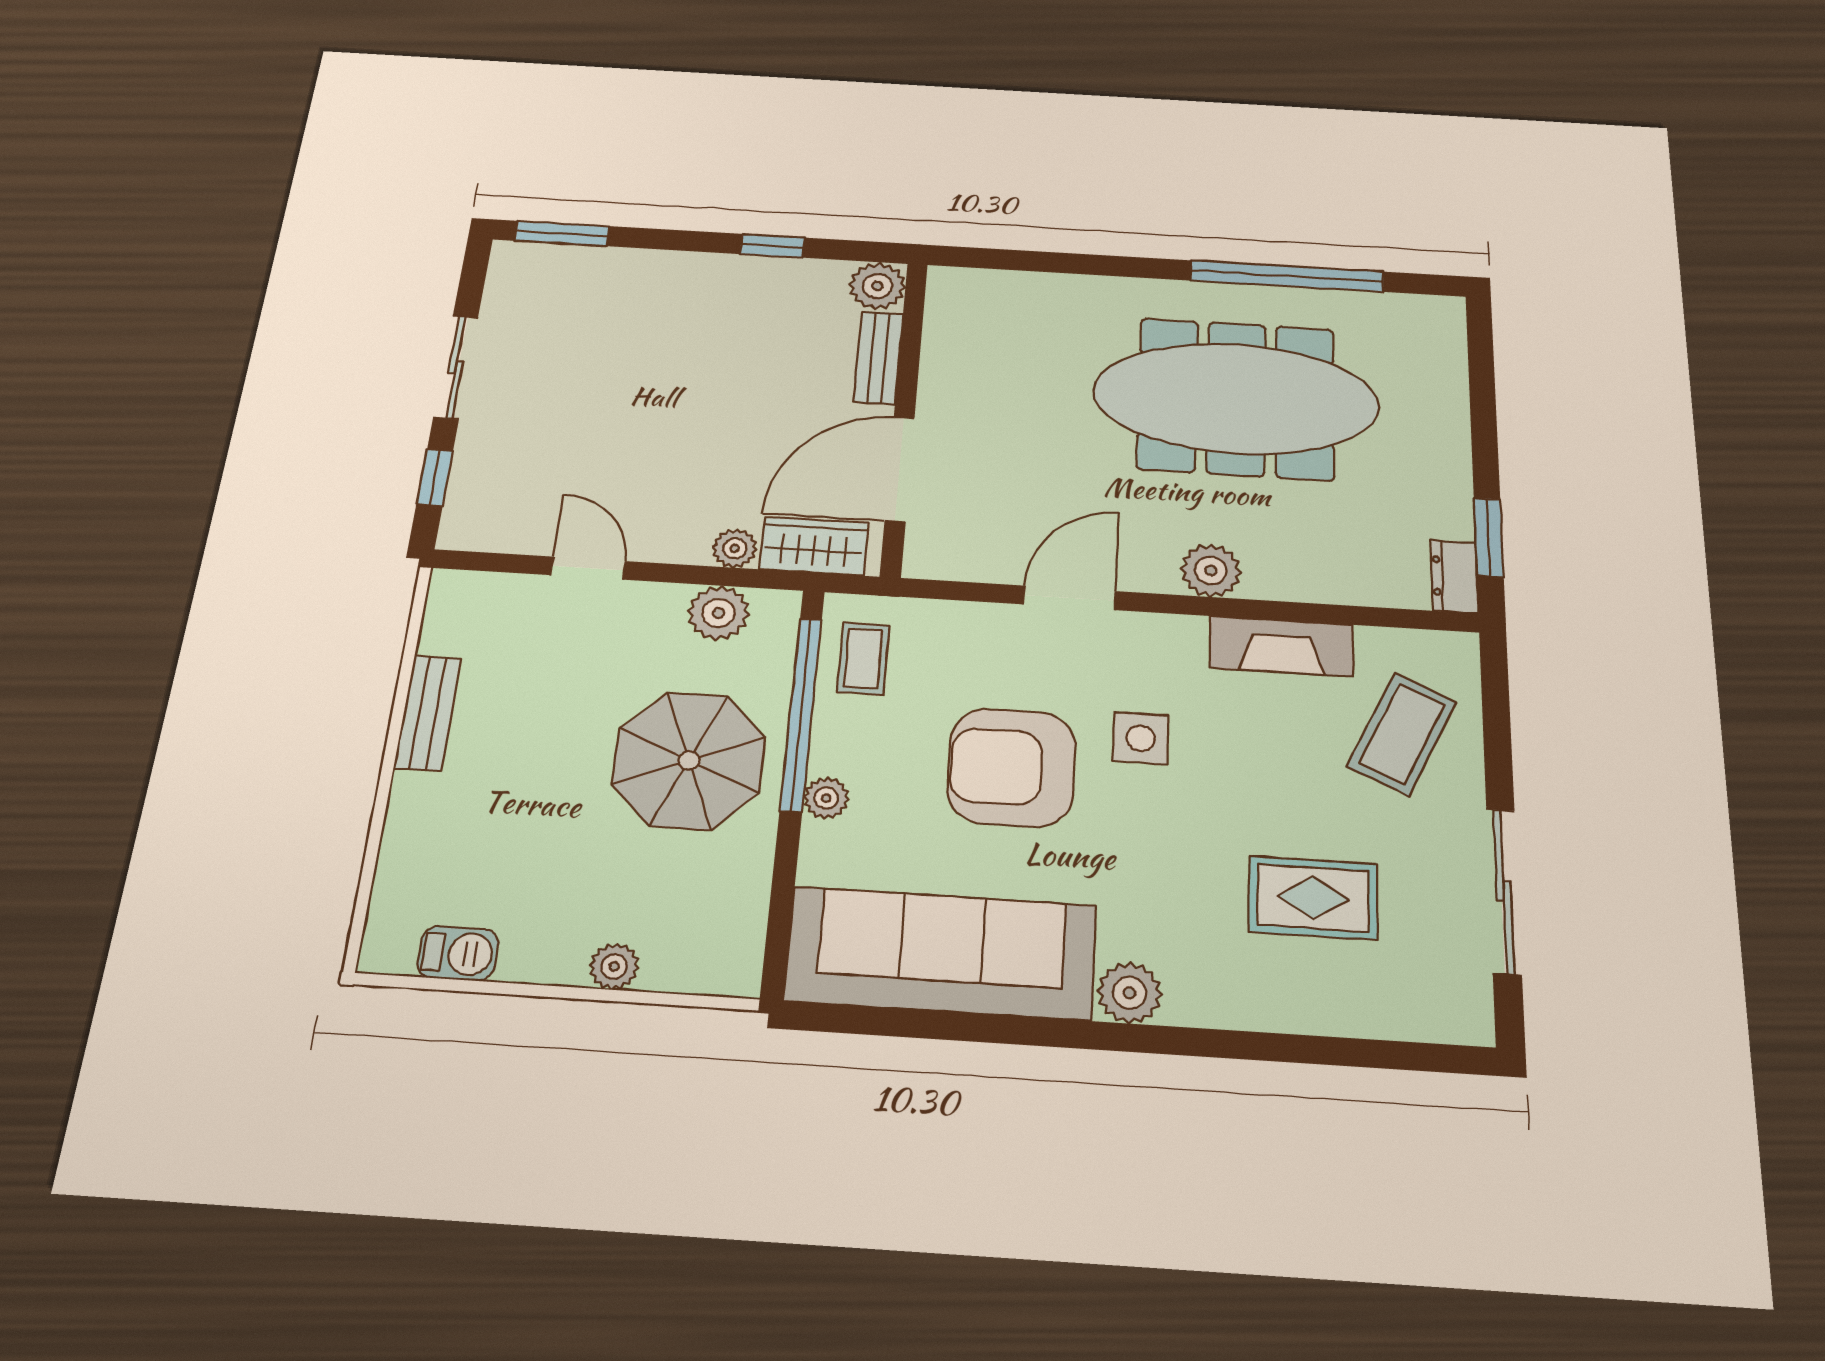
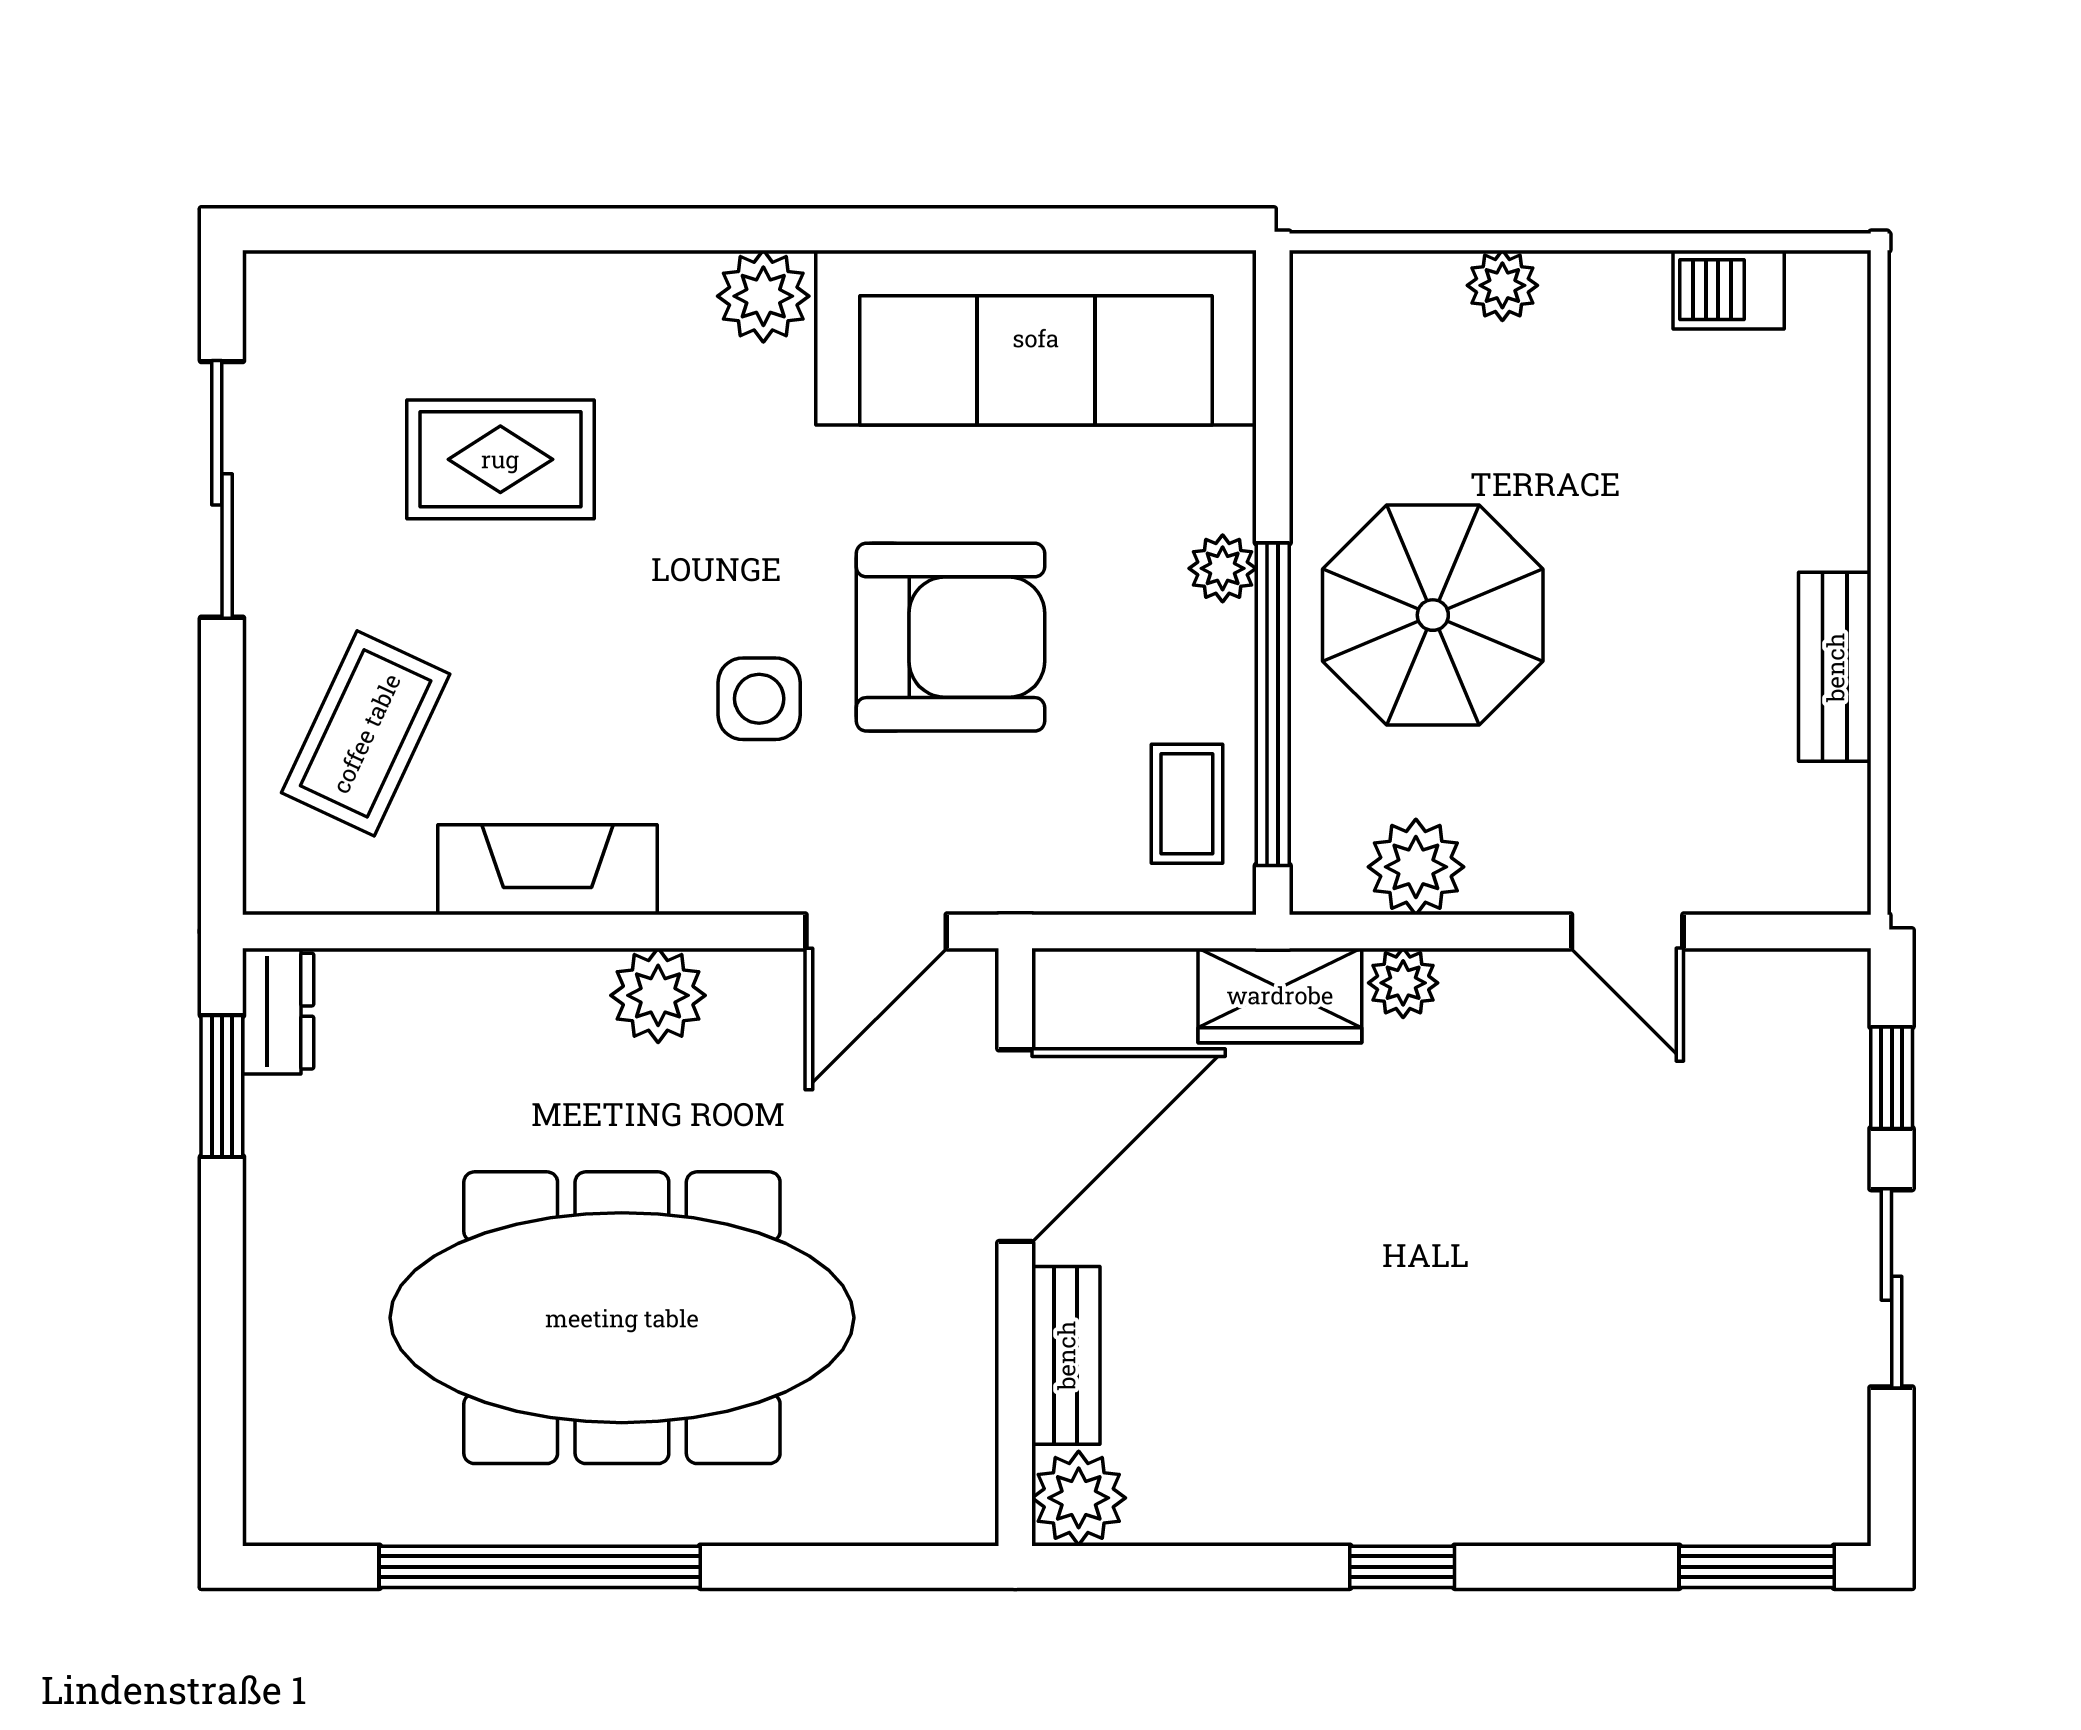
plant: (877, 286) -> (1079, 1498), moved
bench: (878, 358) -> (1066, 1355), moved
wall: (904, 415) -> (1015, 1247), moved
door: (900, 469) -> (1015, 1146), moved

